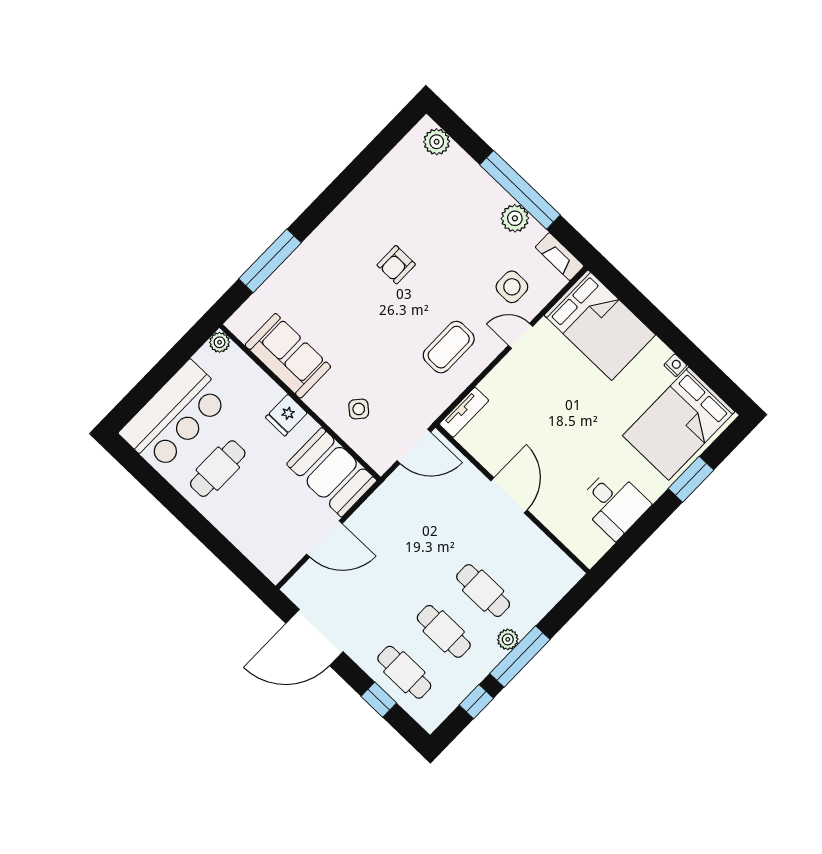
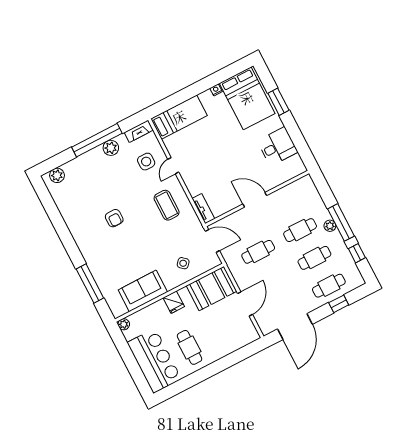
bed: (600, 325) -> (179, 117), width x0.67
door: (414, 446) -> (212, 241), hinge flipped
cafe table: (422, 531) -> (258, 252), added

